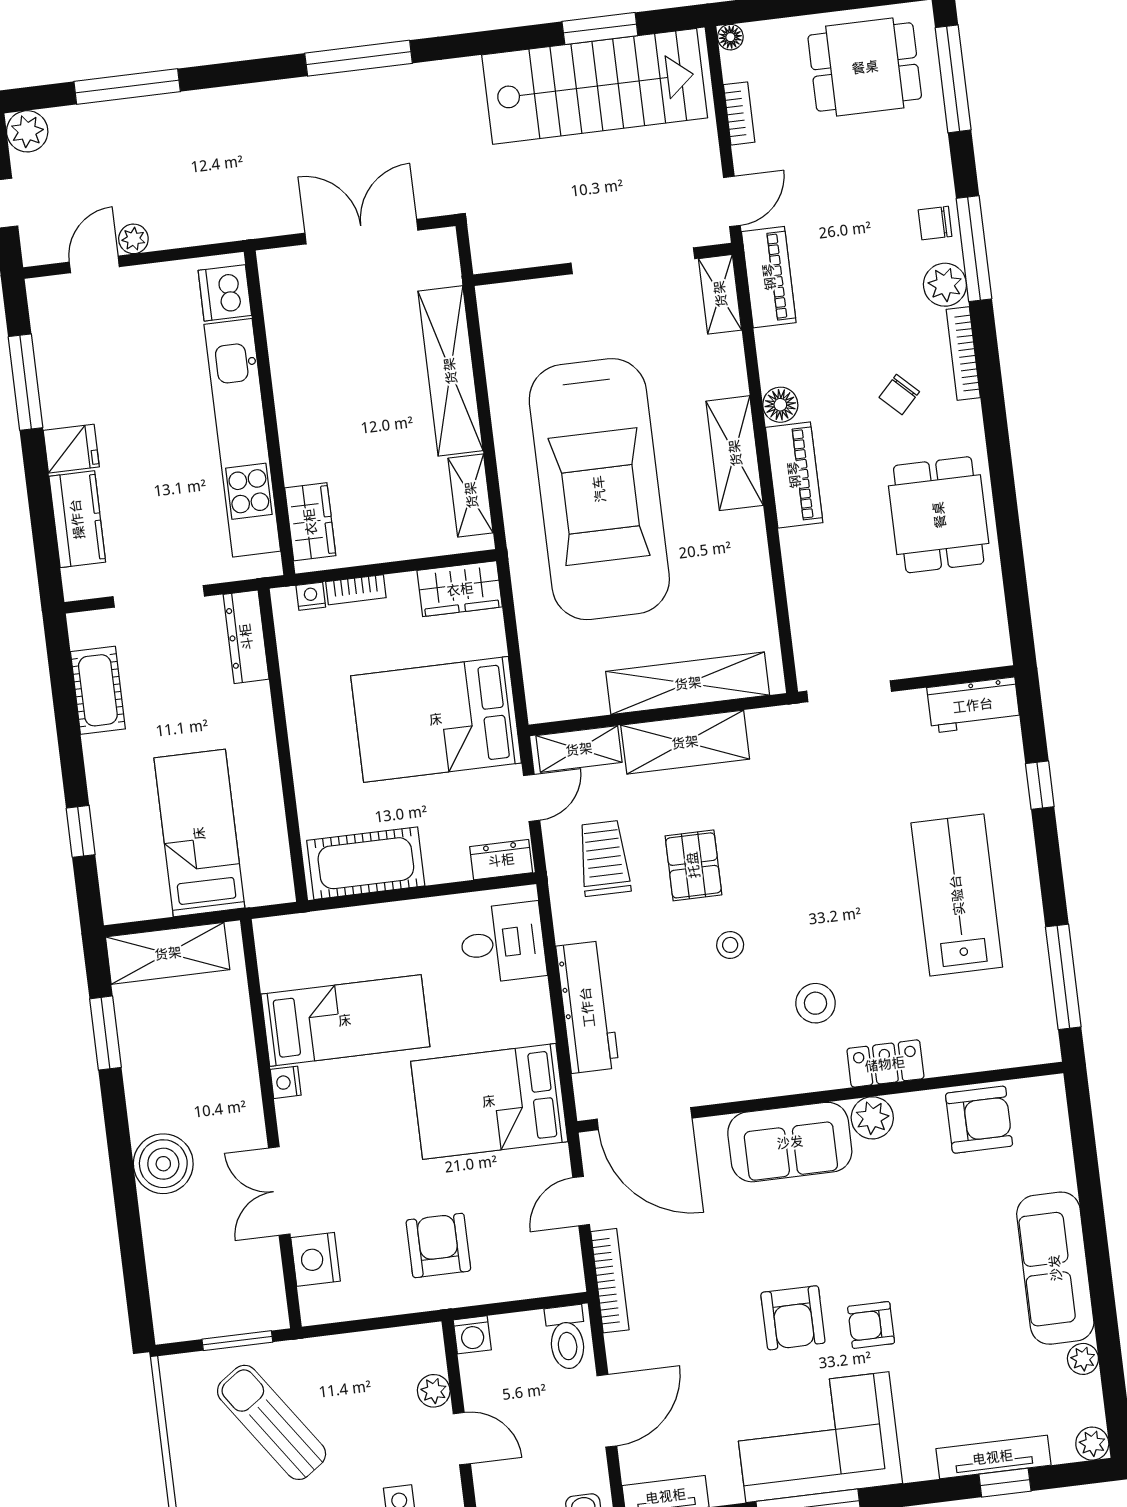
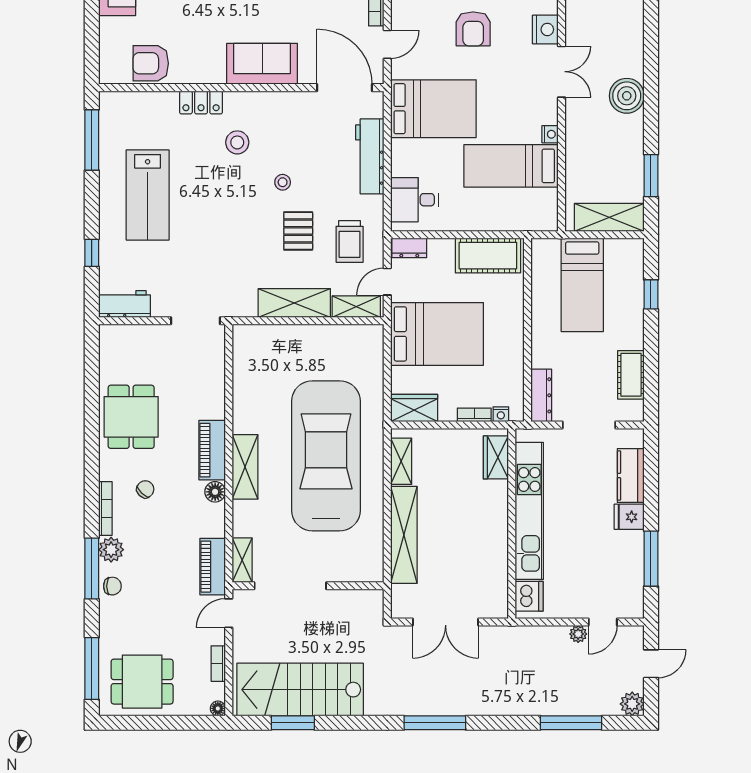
shelving: (688, 683) -> (289, 337), removed
plant: (872, 1118) -> (213, 72), removed

